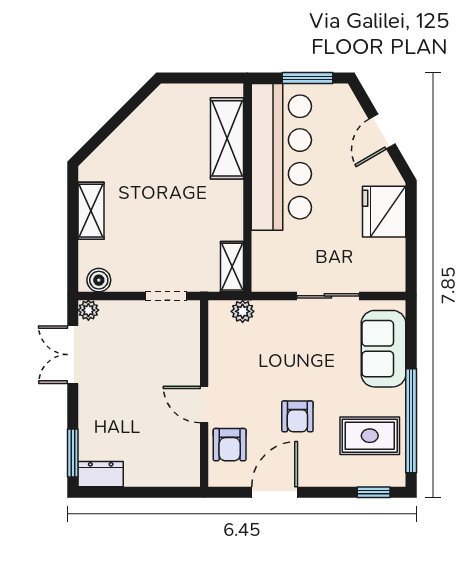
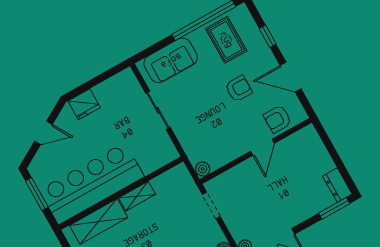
fridge: (384, 212) -> (84, 104), width x0.73, depth x0.75
shelving: (232, 267) -> (137, 196), moved
plant: (243, 311) -> (203, 169), moved
armchair: (230, 445) -> (278, 119), turned 180
window: (374, 492) -> (268, 36), moved

